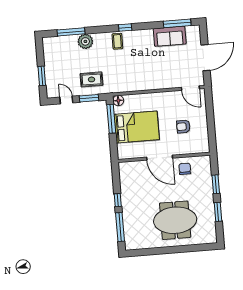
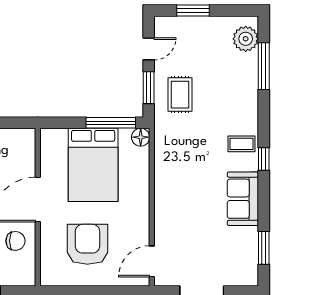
window: (177, 23) -> (264, 248), width x0.69
sofa: (170, 36) -> (243, 199), moved
plant: (85, 41) -> (246, 39), moved
armchair: (183, 127) -> (87, 244), width x1.88, depth x1.88

